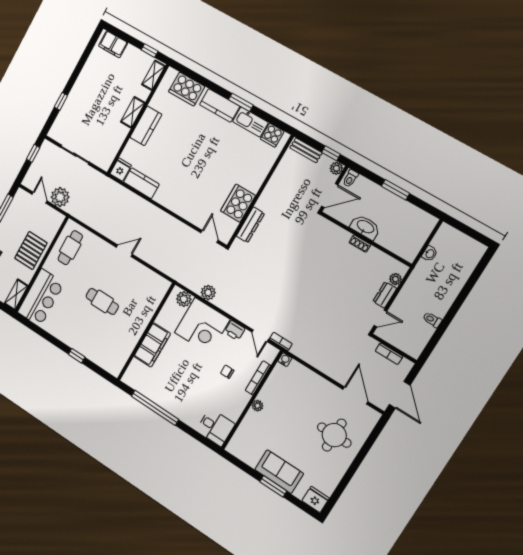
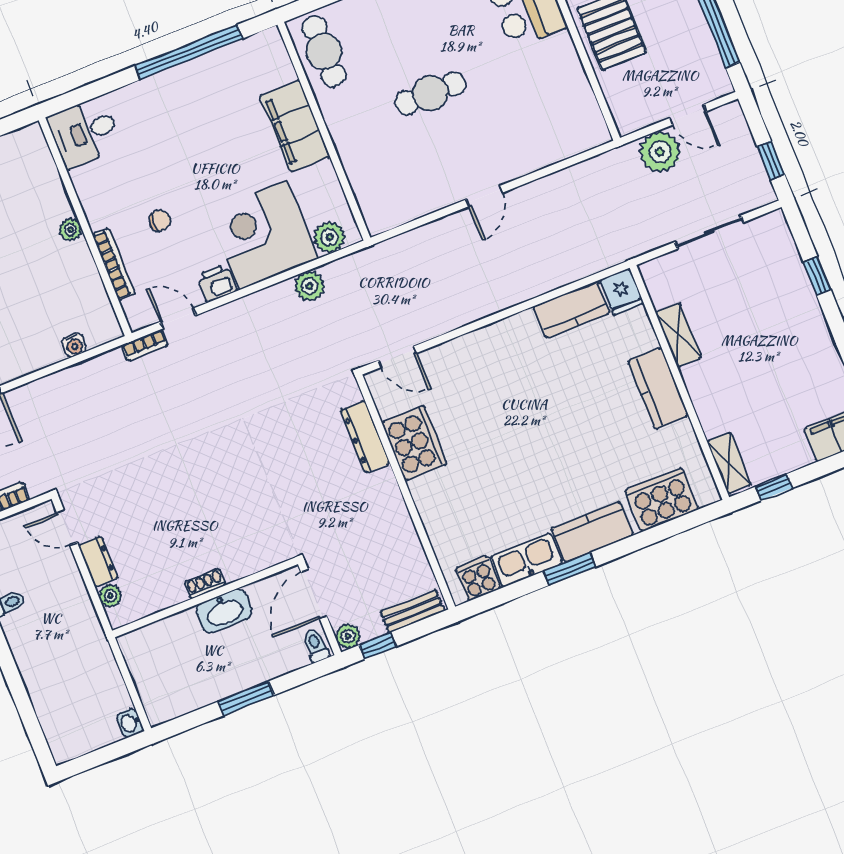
shelving: (133, 112) -> (678, 335), moved
cafe table: (70, 248) -> (324, 51), moved
washbasin: (430, 254) -> (130, 723), moved
door: (380, 318) -> (67, 527), hinge flipped
water cooler: (285, 360) -> (74, 345), moved

